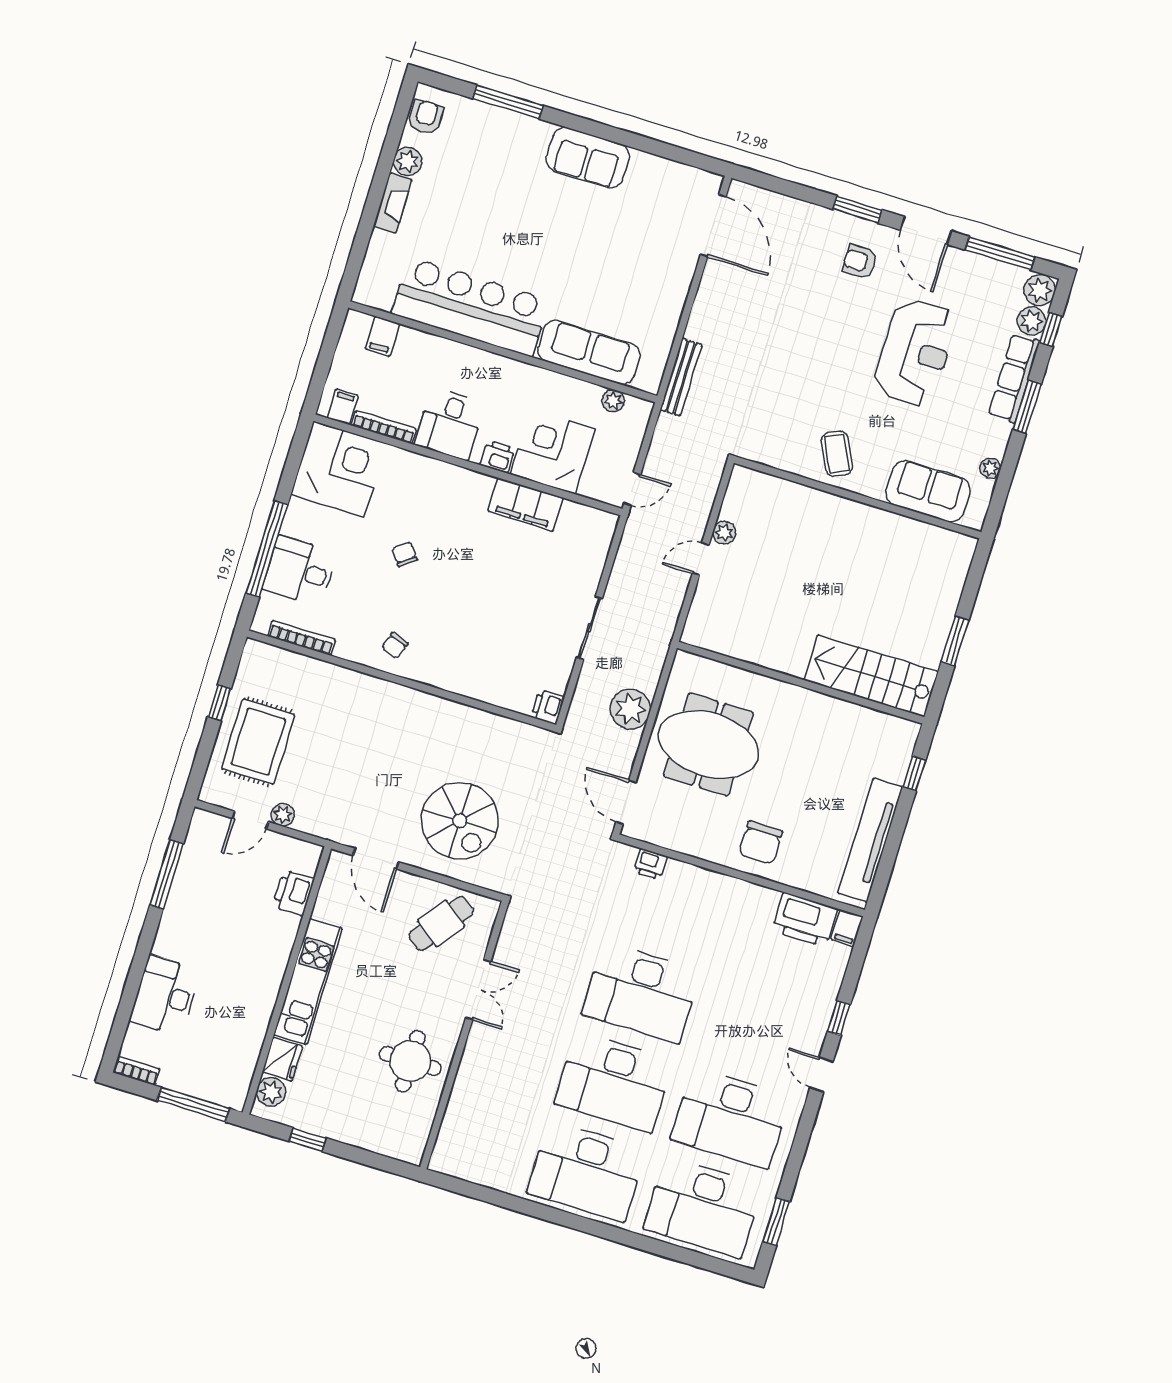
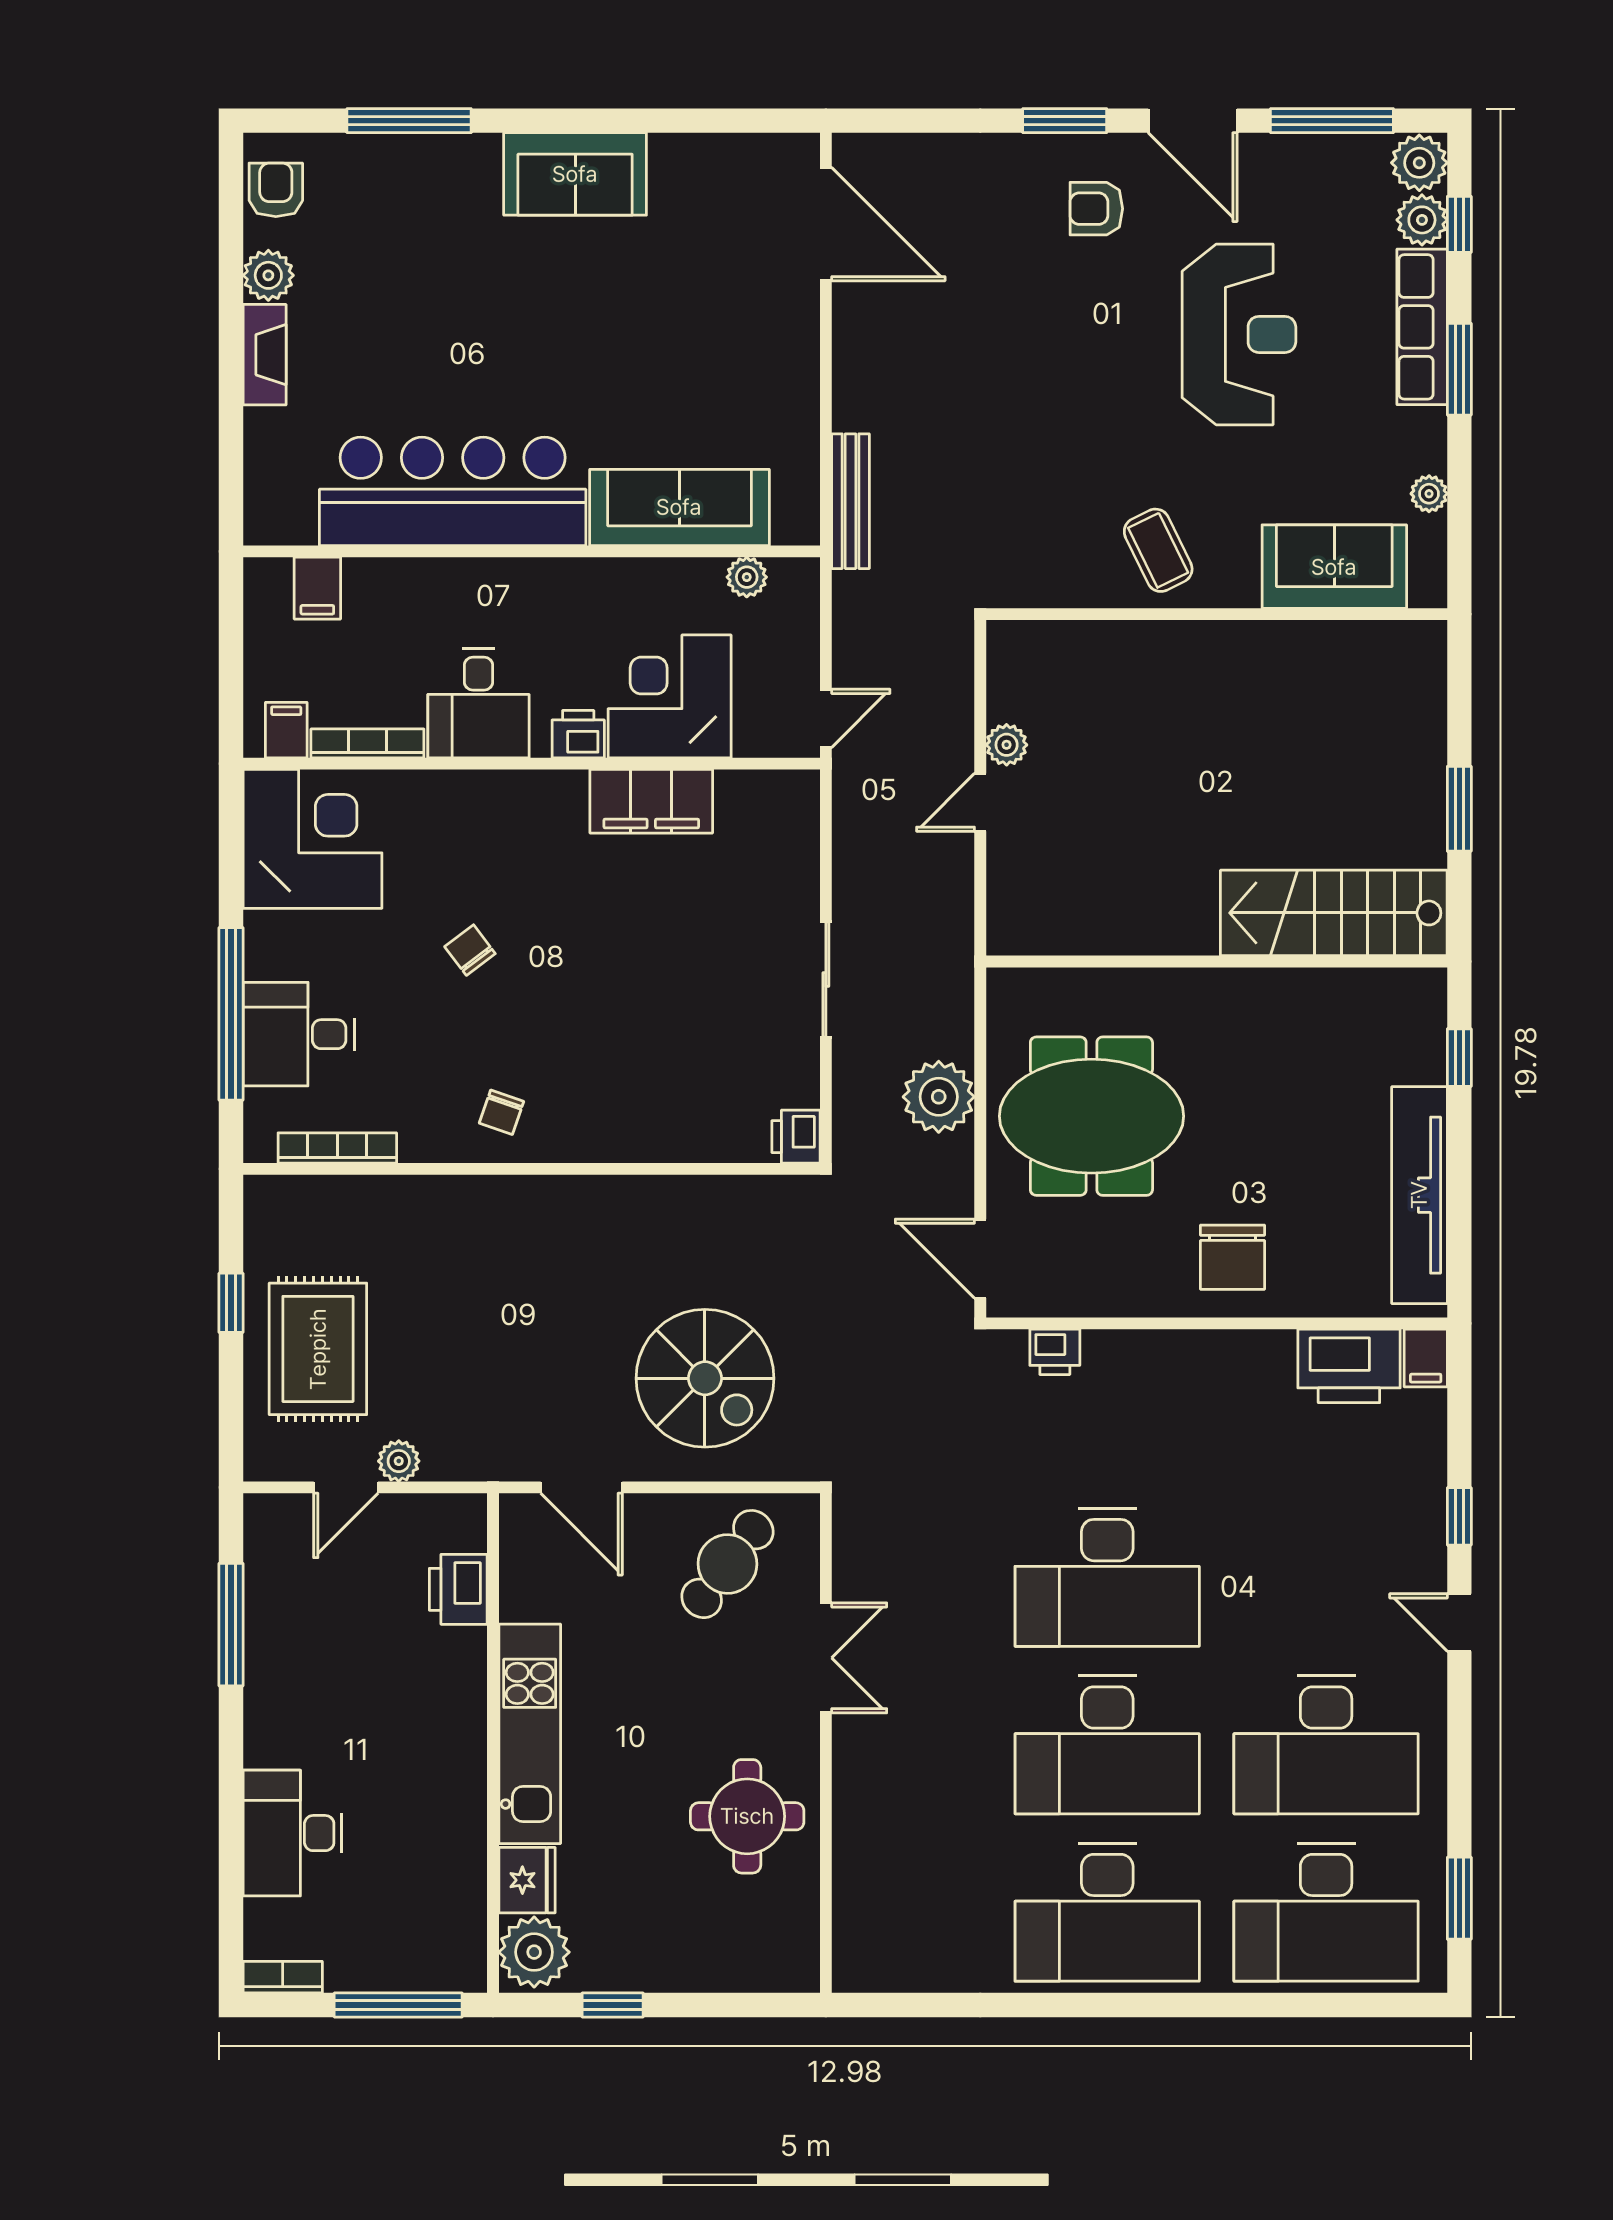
plant: (271, 1092) -> (534, 1952), width x1.36, depth x1.36

